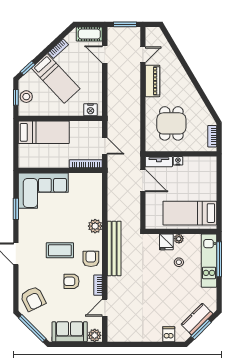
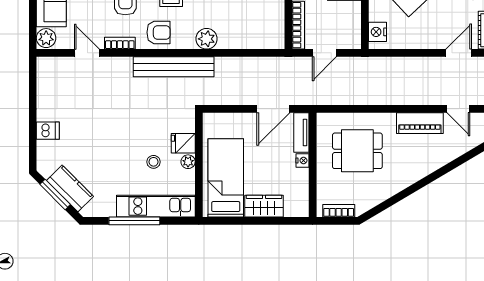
wardrobe: (209, 187) -> (264, 206), added
window: (219, 259) -> (134, 221), moved
dishwasher: (169, 334) -> (48, 131), moved

